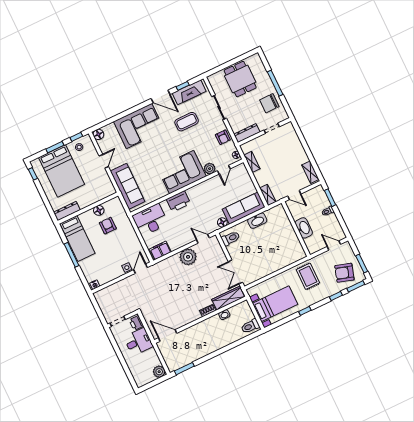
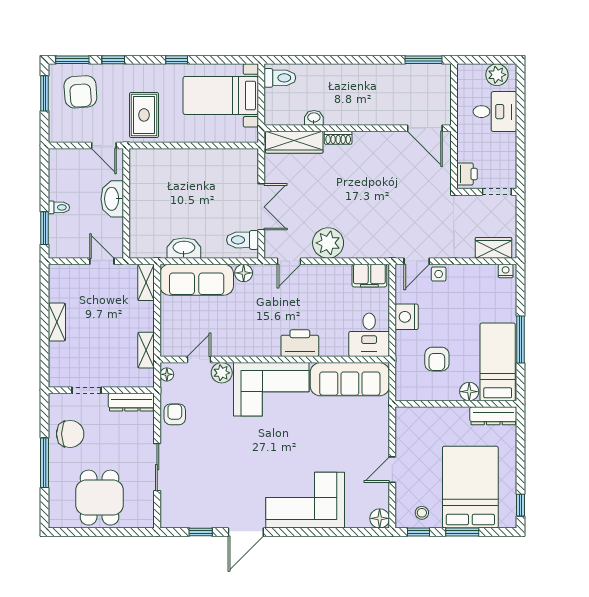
fireplace: (189, 92) -> (195, 516), removed
door: (161, 96) -> (246, 532), swing flipped
coffee table: (187, 122) -> (223, 469), removed
shelving: (310, 172) -> (57, 322), moved
sofa: (128, 186) -> (350, 379), moved, turned -90
floor lamp: (99, 210) -> (469, 392), moved
desk: (150, 220) -> (369, 335), width x0.73
nightstand: (132, 239) -> (407, 317), added
door: (203, 239) -> (289, 261), hinge flipped
door: (334, 245) -> (104, 146), moved
double door: (235, 272) -> (261, 207), moved
armchair: (344, 273) -> (80, 92), turned 69
wardrobe: (106, 293) -> (494, 248), added
desk: (138, 342) -> (495, 112), moved, turned 180
plant: (159, 372) -> (497, 75), moved

